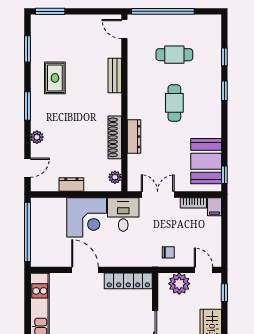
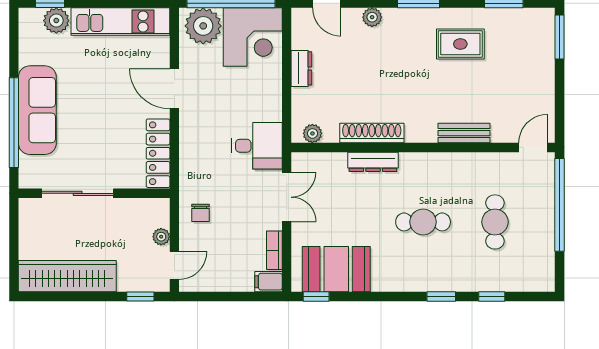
corner desk: (87, 217) -> (253, 37), moved, turned -90
plant: (43, 251) -> (203, 26), added
door: (85, 270) -> (174, 89), swing flipped
plant: (179, 284) -> (161, 237), width x0.53, depth x0.53

